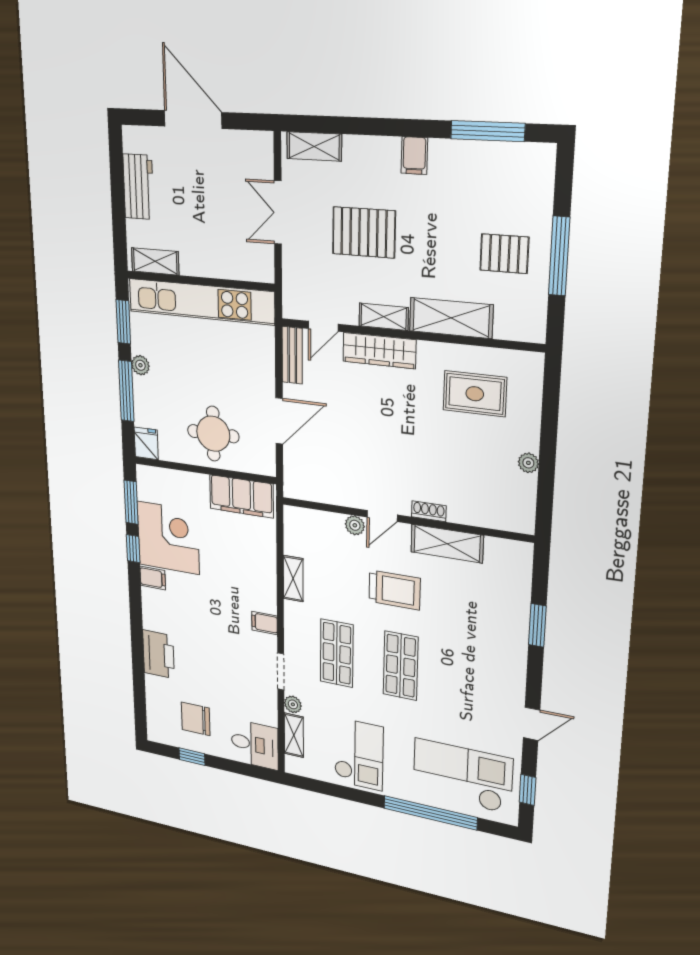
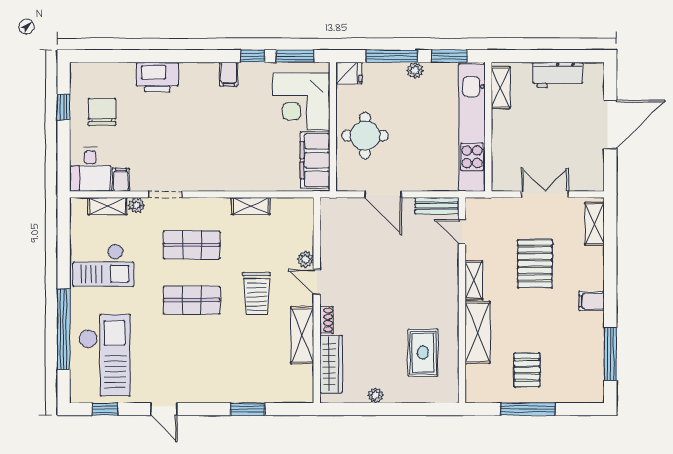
wardrobe: (379, 351) -> (331, 364), moved, turned 180
corner desk: (168, 538) -> (301, 101), moved, turned 90
filing cabinet: (265, 623) -> (121, 180), moved

